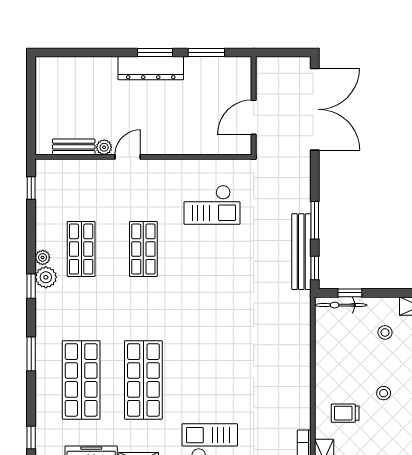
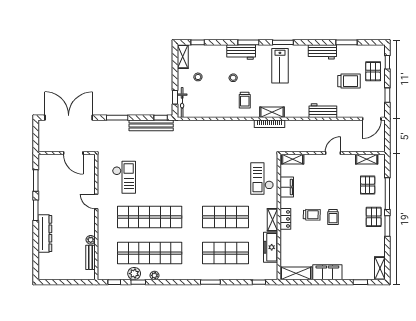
dresser: (151, 68) -> (45, 234), moved
door: (128, 157) -> (96, 201), moved
window: (315, 220) -> (117, 118), moved
shop shelf: (81, 249) -> (150, 253), width x2.00, depth x1.36
shop shelf: (143, 249) -> (150, 217), width x2.00, depth x1.36
plant: (46, 277) -> (134, 274), moved
window: (31, 286) -> (138, 282), moved

